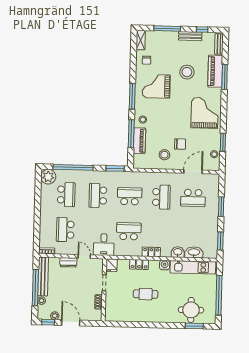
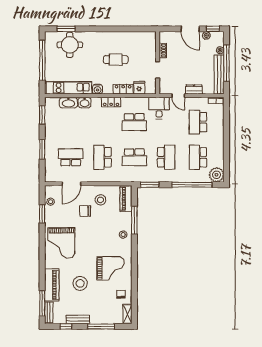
window: (225, 77) -> (42, 303), moved
window: (132, 96) -> (134, 258), removed
piano: (139, 141) -> (126, 199), moved
school desk: (65, 230) -> (198, 122), turned 180
fridge: (112, 265) -> (139, 88), moved

